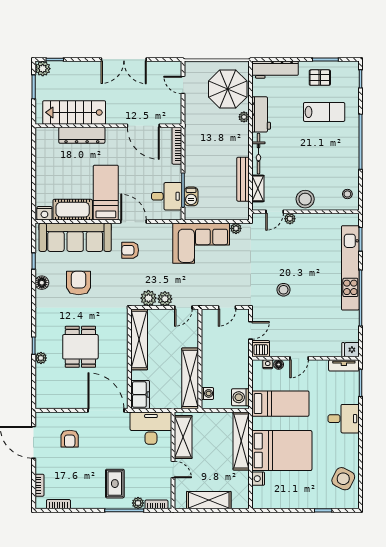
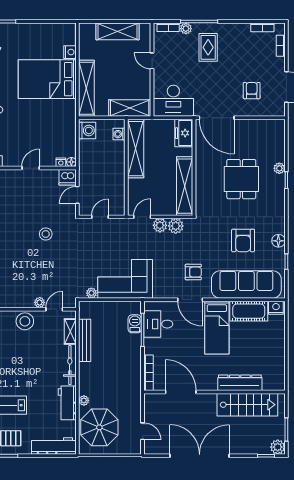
double door: (124, 59) -> (200, 456), width x1.36
floor lamp: (279, 364) -> (71, 162), moved
bed: (280, 404) -> (49, 124), removed
shelving: (183, 437) -> (130, 108), moved, turned 90

